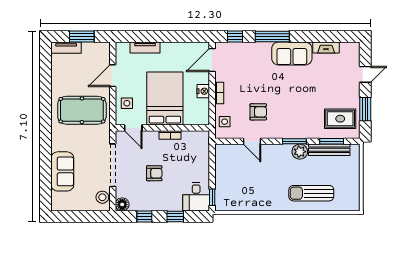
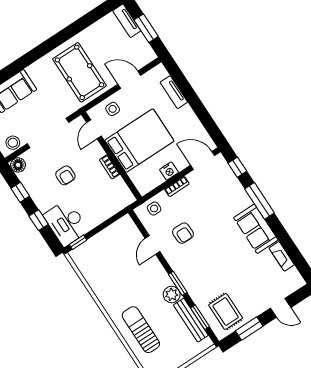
desk: (196, 197) -> (66, 223), width x1.37

